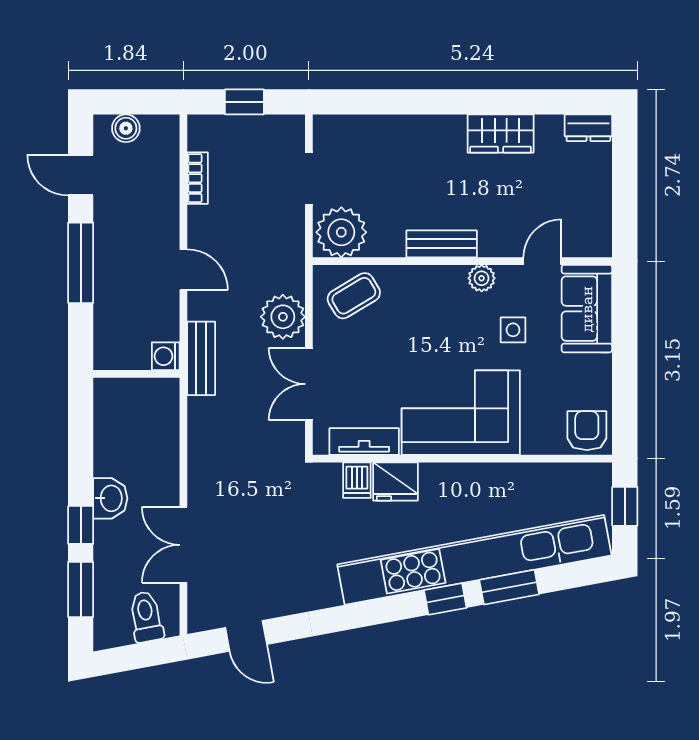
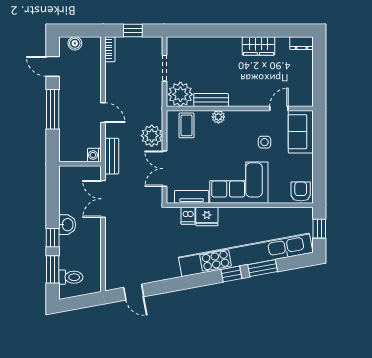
bookcase: (197, 178) -> (110, 49), moved
bench: (442, 244) -> (211, 100), moved
plant: (482, 278) -> (218, 117), moved
coffee table: (354, 296) -> (187, 125), turned -59
double door: (183, 545) -> (103, 199), moved
toilet: (146, 617) -> (71, 277), moved, turned 100

